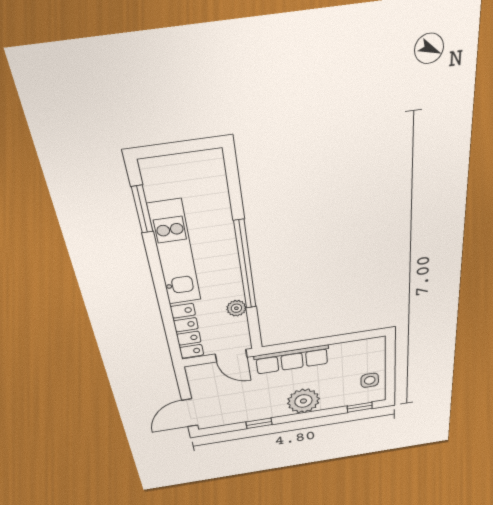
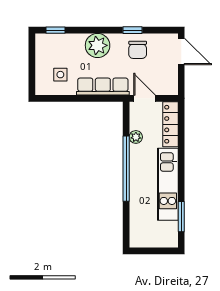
side table: (370, 380) -> (60, 75), moved
chair: (249, 405) -> (138, 50), added
door: (190, 413) -> (181, 51), hinge flipped

